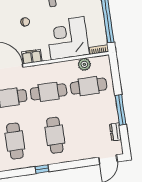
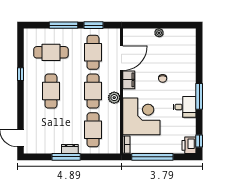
plant: (84, 64) -> (114, 98), moved
dresser: (115, 132) -> (70, 149), moved
cafe table: (55, 135) -> (51, 91), turned 90

